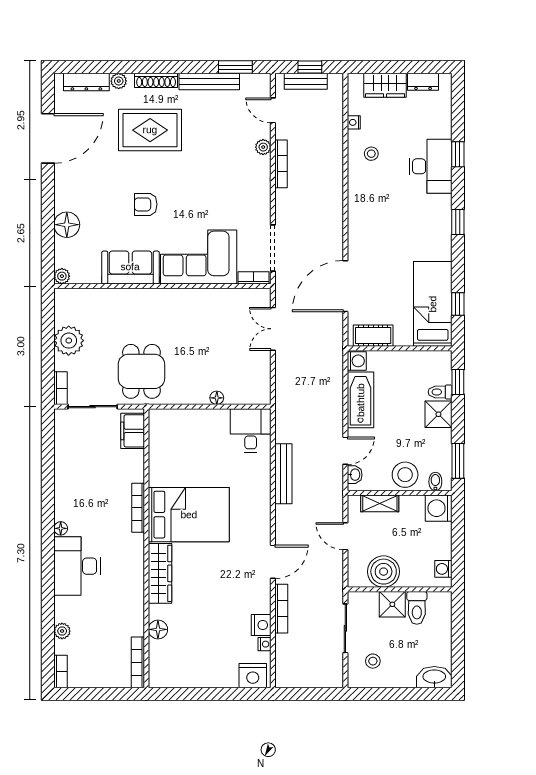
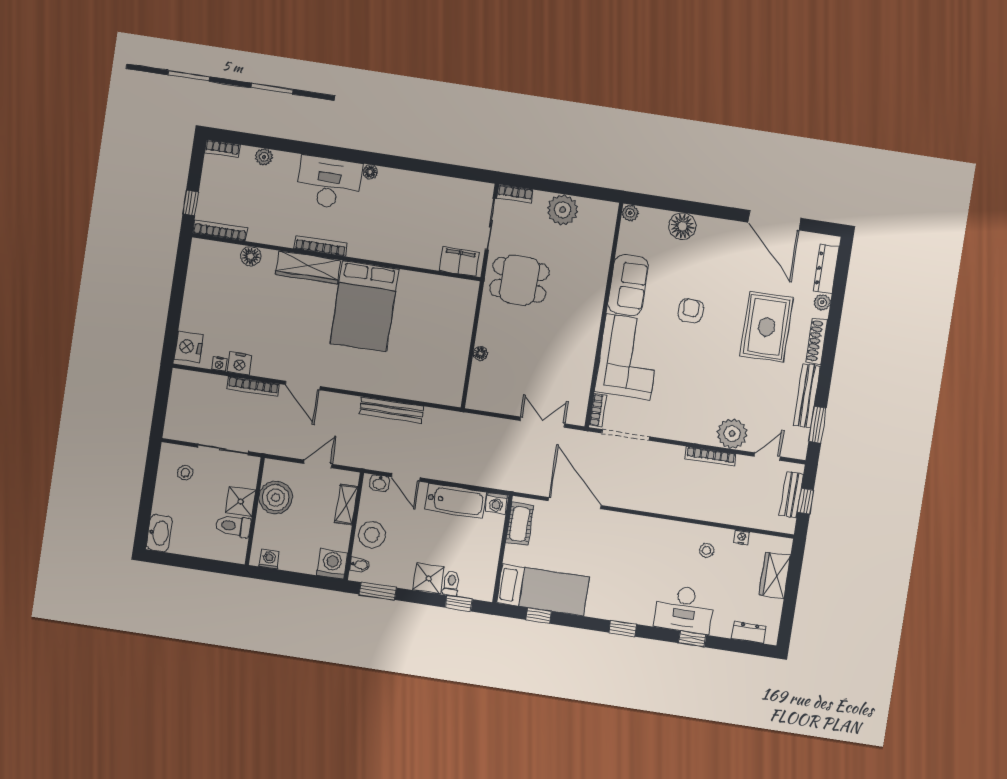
dresser: (423, 82) -> (749, 632), moved, turned 90
plant: (263, 147) -> (732, 434), width x1.87, depth x1.87
desk: (251, 431) -> (441, 383), removed
bookcase: (138, 508) -> (321, 246), moved
window: (116, 694) -> (191, 203), added

